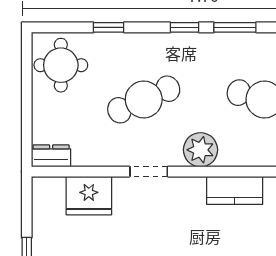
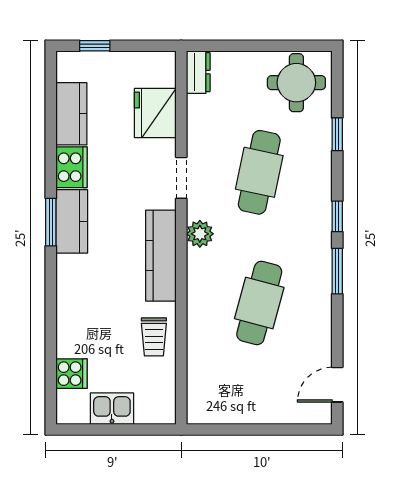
cafe table: (144, 99) -> (259, 172), turned 36
plant: (200, 150) -> (200, 234), width x0.73, depth x0.73
kitchen counter: (235, 190) -> (161, 256), width x1.50

